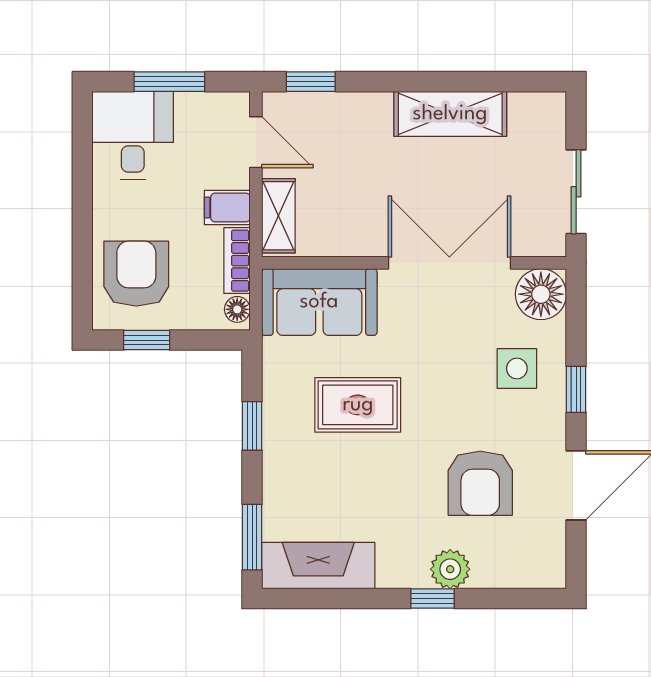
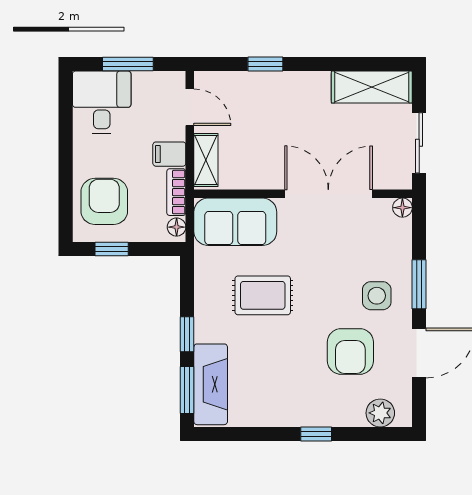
window: (311, 82) -> (265, 64), moved
shelving: (450, 114) -> (372, 87), moved
floor lamp: (541, 294) -> (402, 208), width x0.53, depth x0.53
side table: (517, 369) -> (377, 296), moved
window: (576, 389) -> (419, 284), width x1.50
window: (252, 426) -> (187, 334), moved
fireplace: (318, 566) -> (211, 384), moved, turned 90
plant: (450, 569) -> (380, 413), moved

